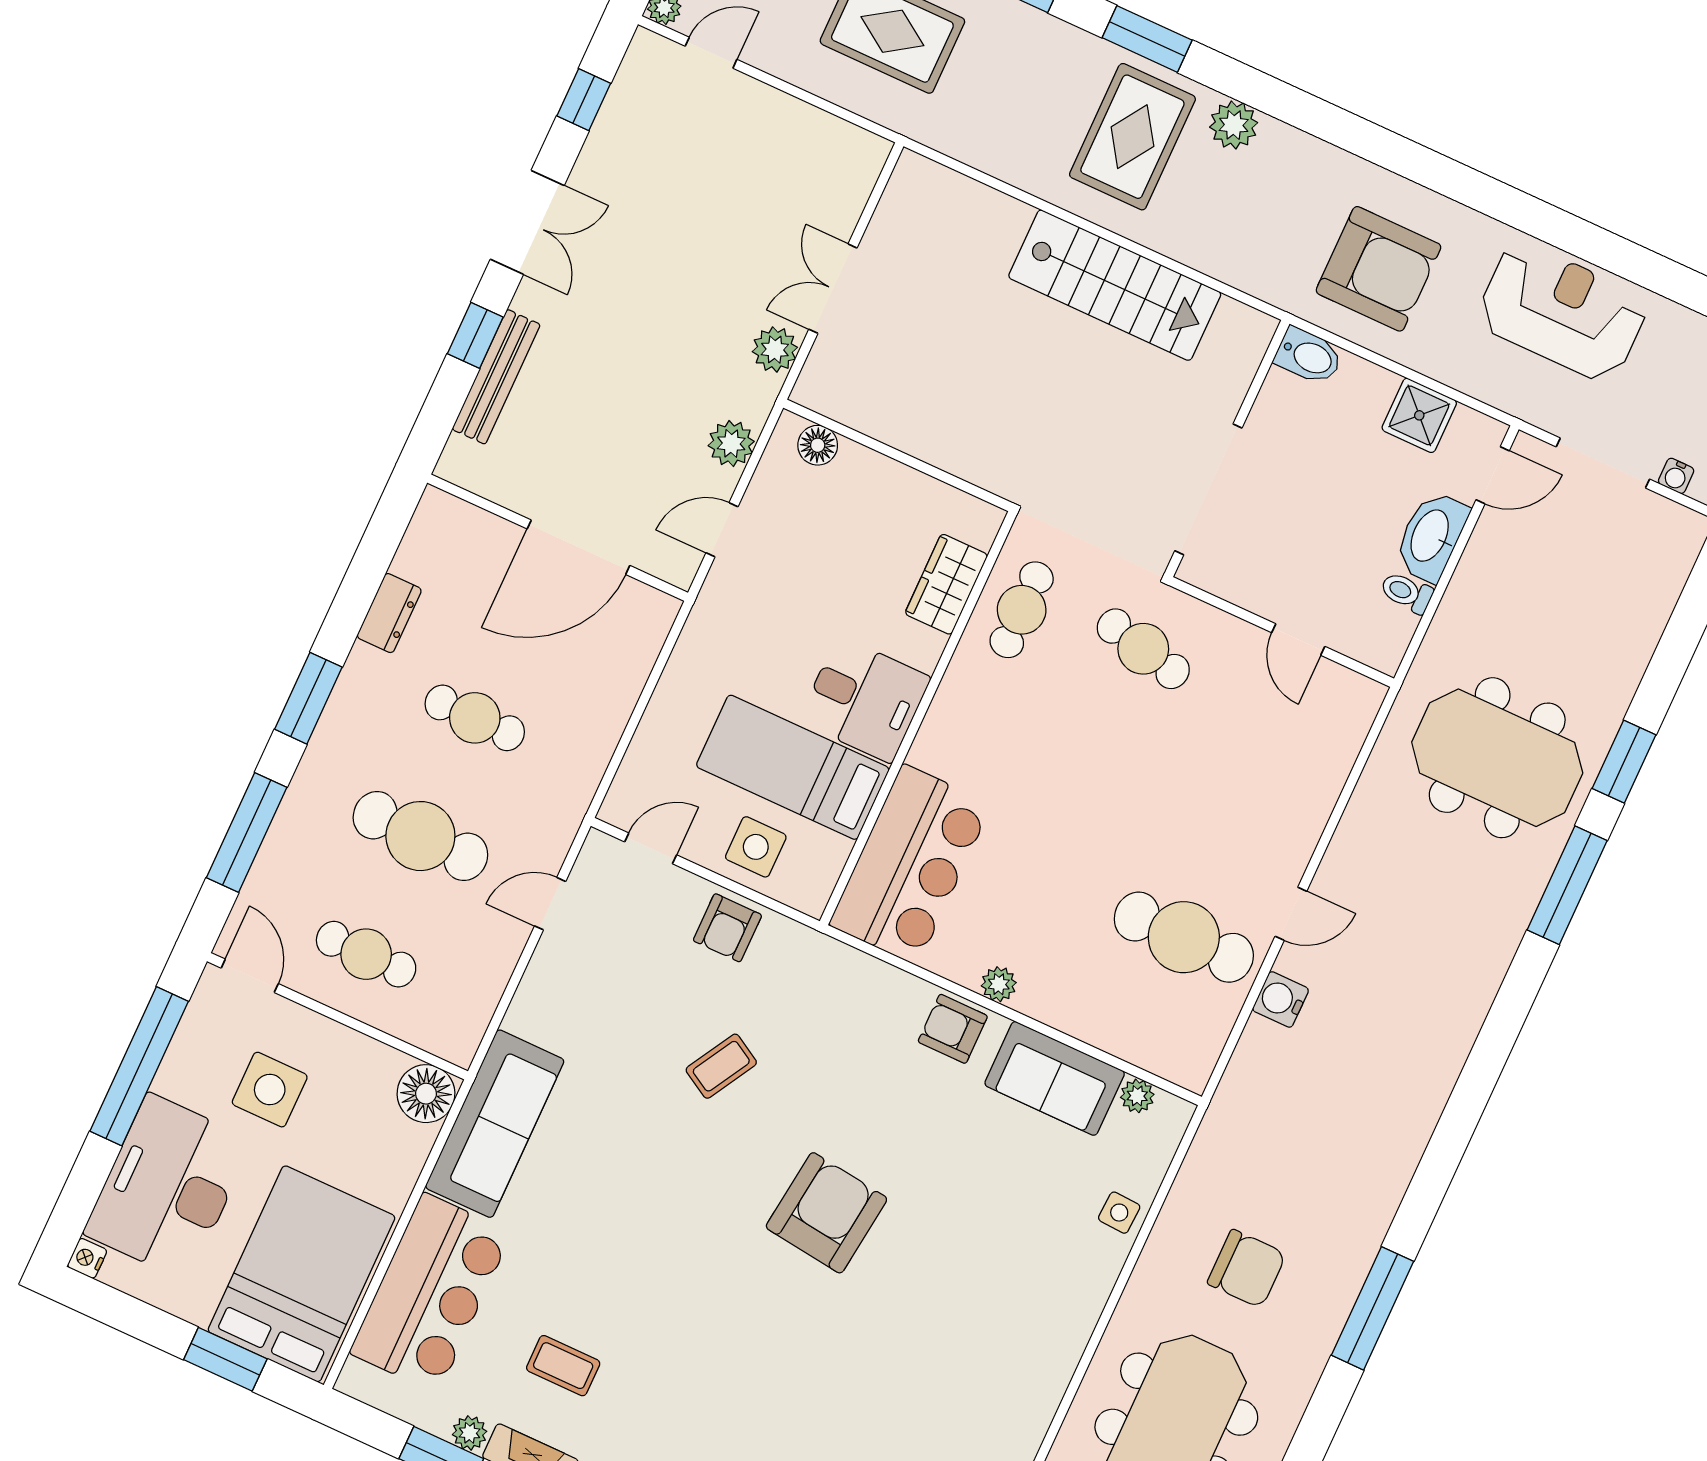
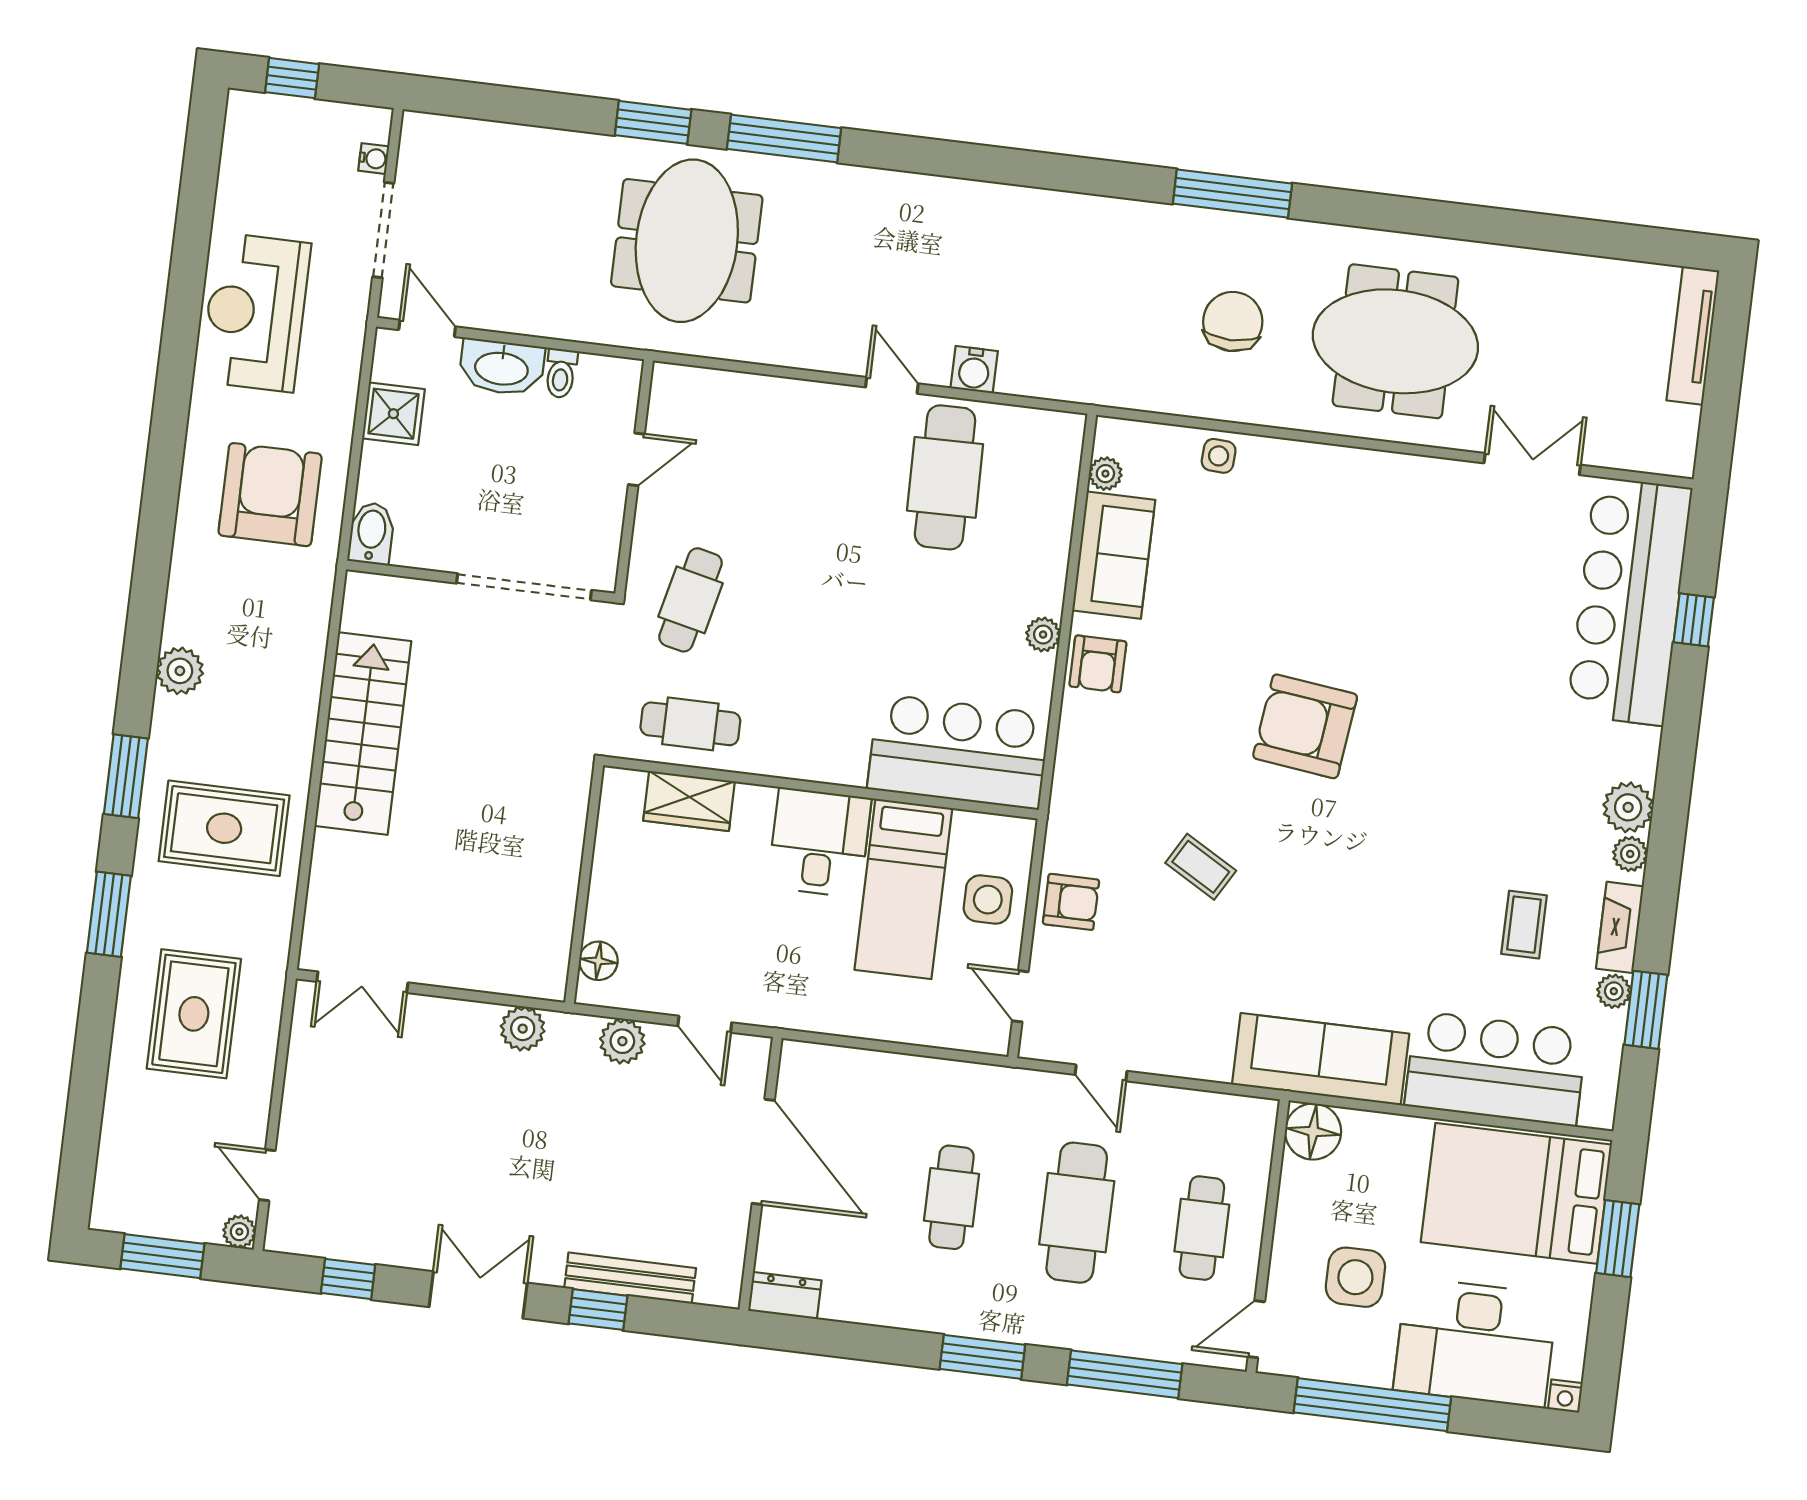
rug: (1132, 137) -> (224, 828), moved
double door: (833, 289) -> (362, 982), moved
dresser: (389, 613) -> (785, 1296), moved

